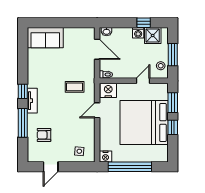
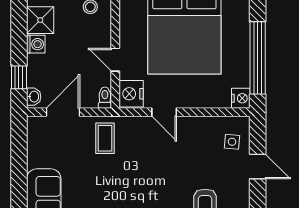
window: (144, 23) -> (19, 77), moved
door: (143, 81) -> (115, 60), moved
coffee table: (75, 87) -> (105, 138), moved
door: (51, 167) -> (258, 167), moved

